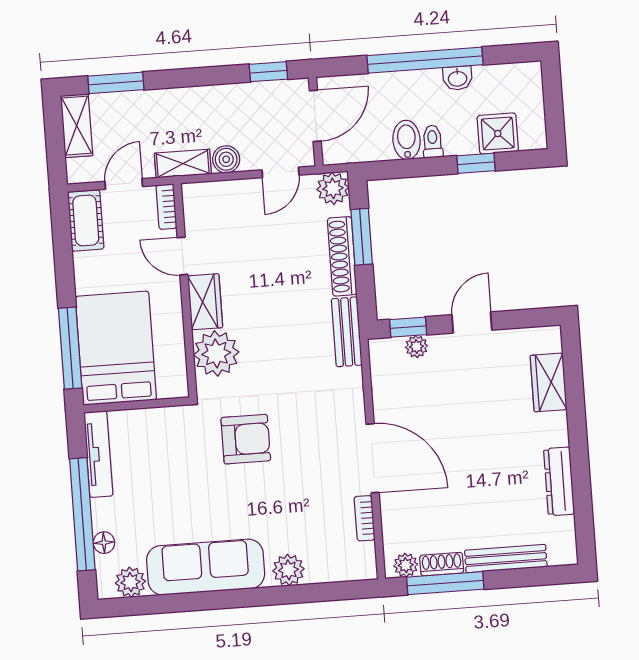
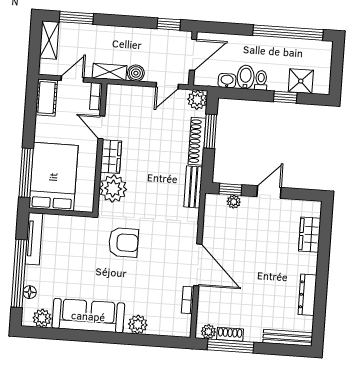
window: (425, 60) -> (288, 33), moved
washbasin: (458, 78) -> (227, 81), moved, turned 180
bench: (506, 559) -> (288, 338), moved

